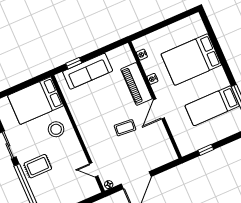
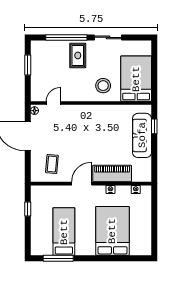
door: (159, 109) -> (82, 184), hinge flipped
coffee table: (125, 128) -> (52, 164), moved

